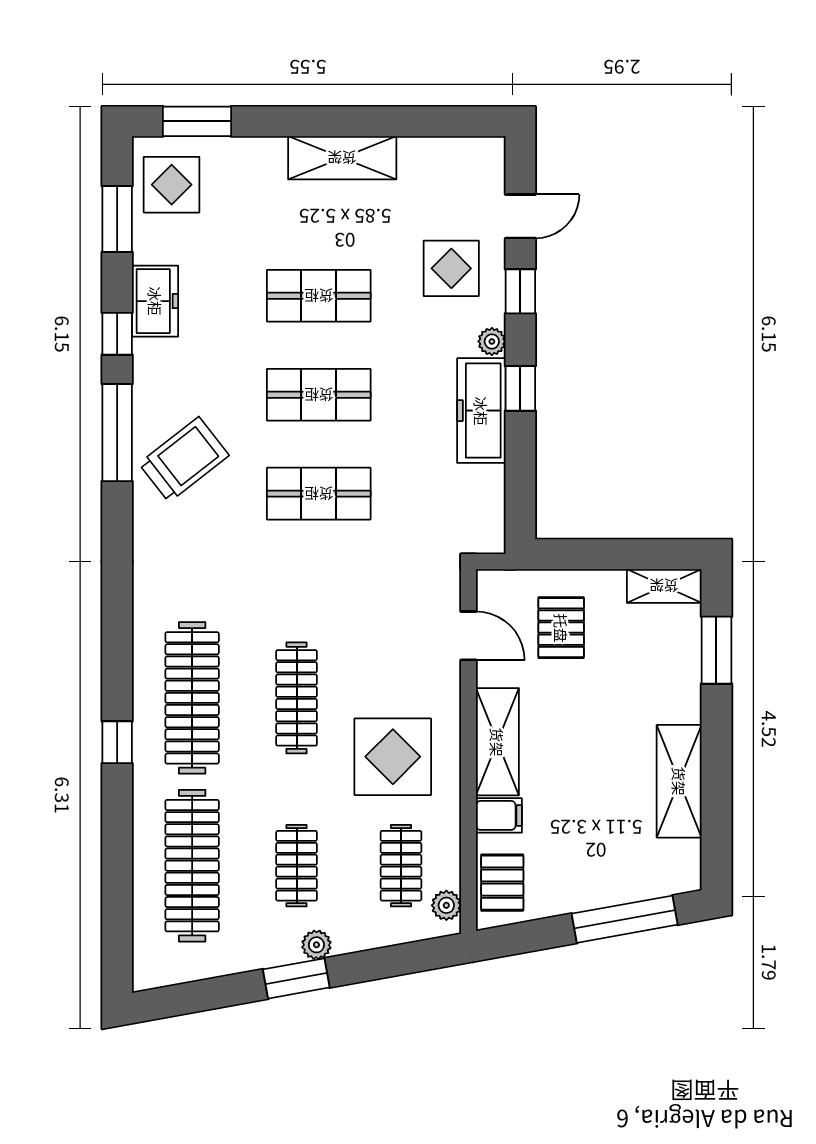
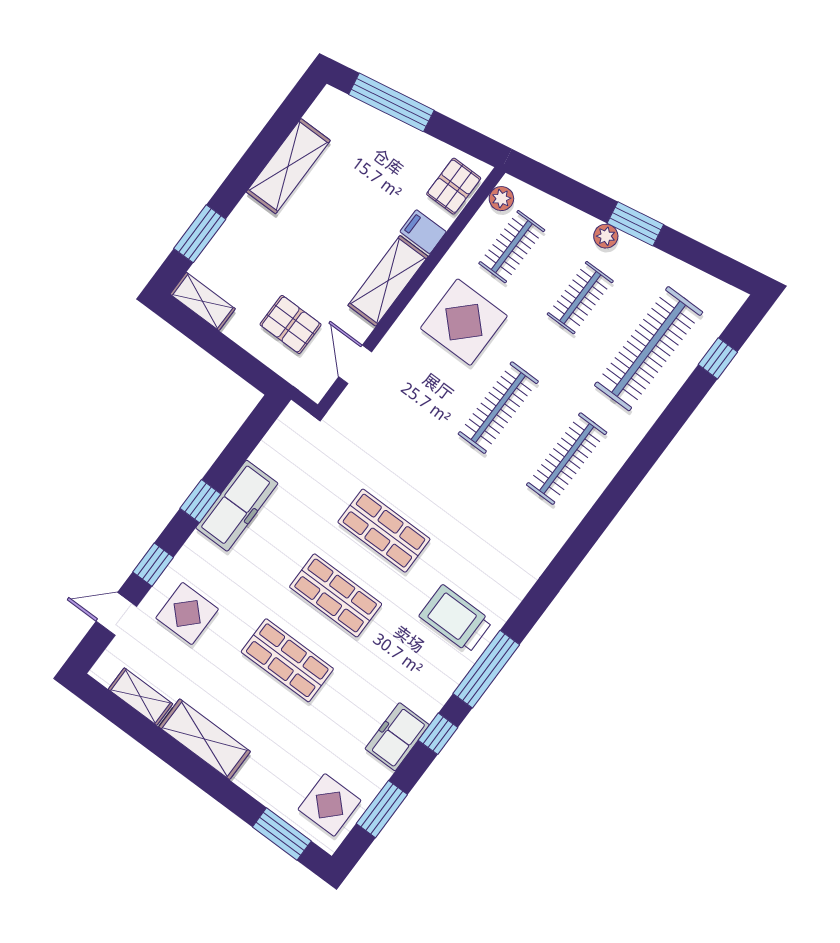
shelving: (436, 153) -> (140, 697), added
plant: (492, 341) -> (196, 546), removed
trolley: (184, 459) -> (456, 619), turned 38
pallet: (561, 628) -> (291, 324), turned 90
clothes rail: (192, 698) -> (567, 459), width x0.73, depth x0.76
window: (117, 742) -> (718, 358), moved

